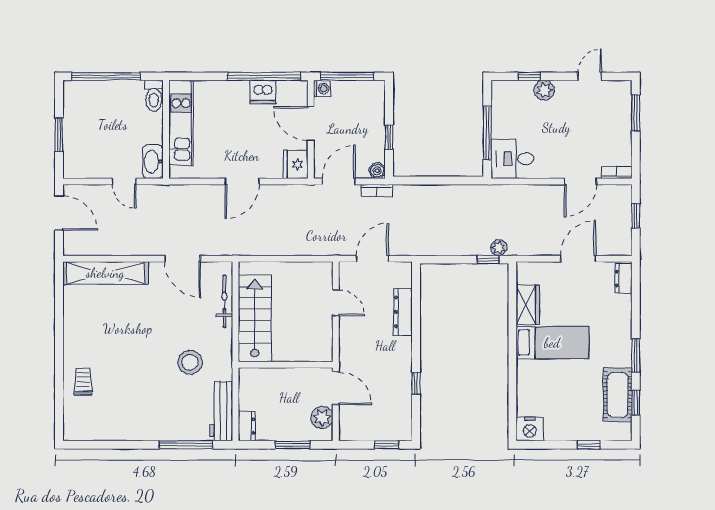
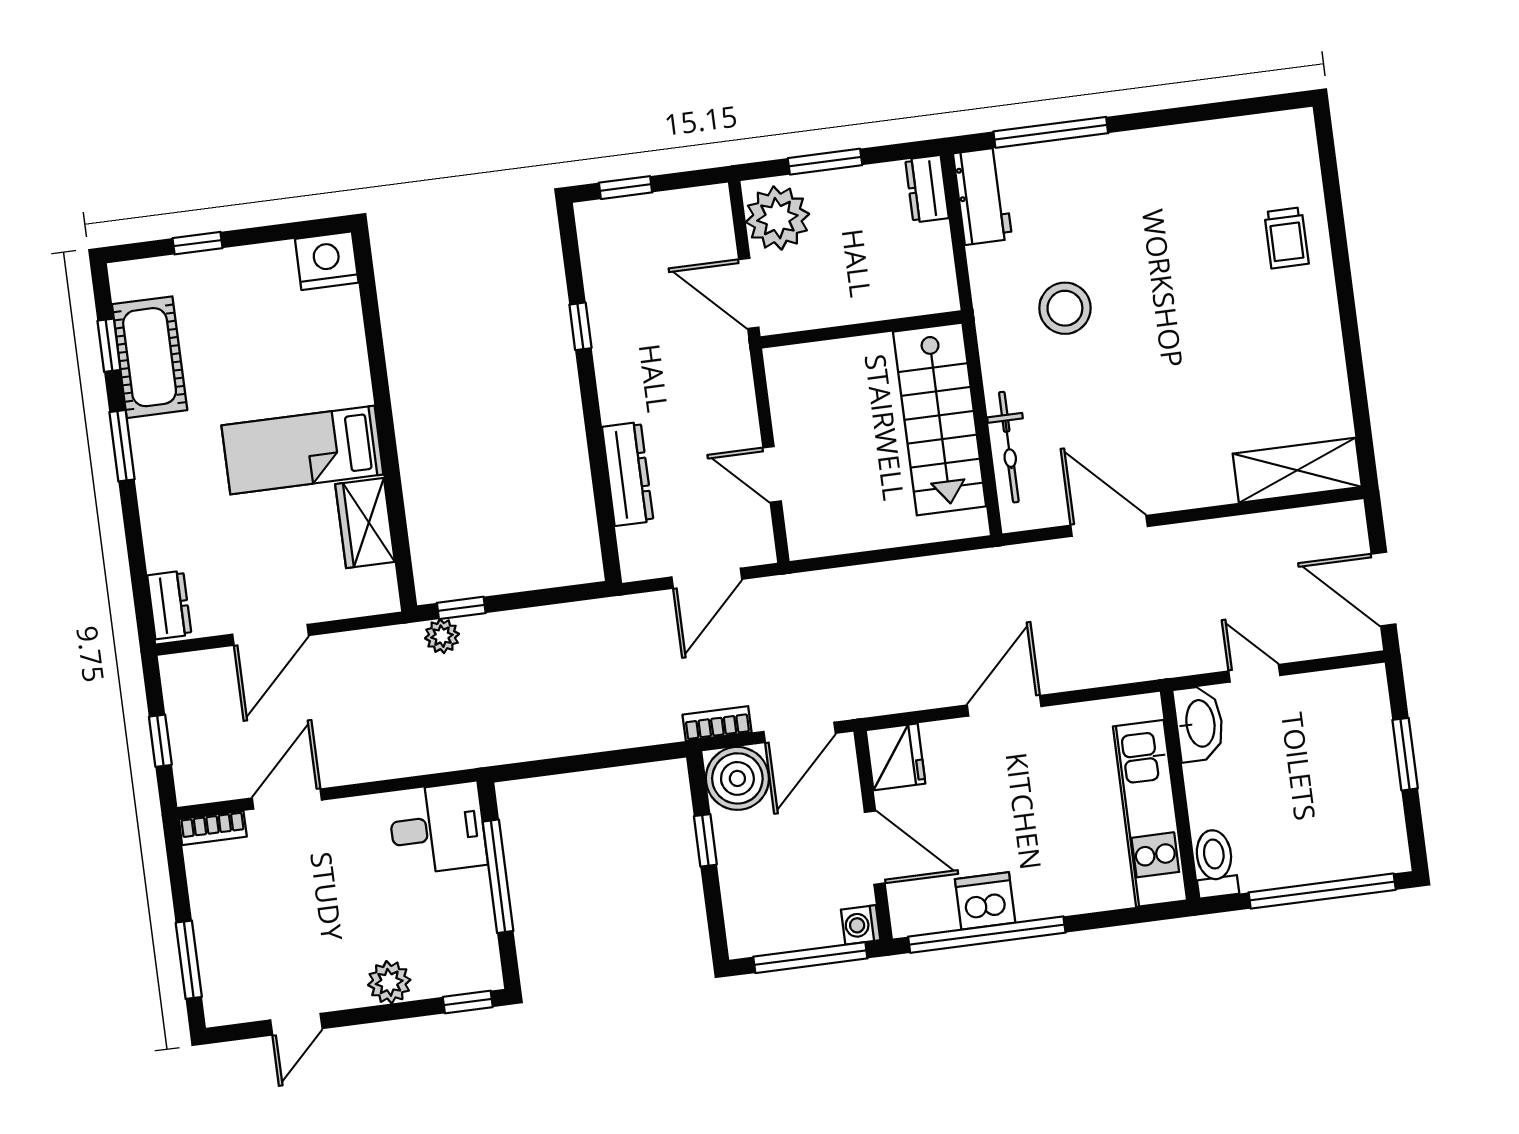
window: (529, 76) -> (468, 1002), moved
boiler: (377, 171) -> (737, 778), width x1.86, depth x1.86
shelving: (105, 273) -> (1297, 470), width x0.68
workbench: (221, 411) -> (983, 196), width x0.73
plant: (322, 418) -> (777, 218), width x1.36, depth x1.36

